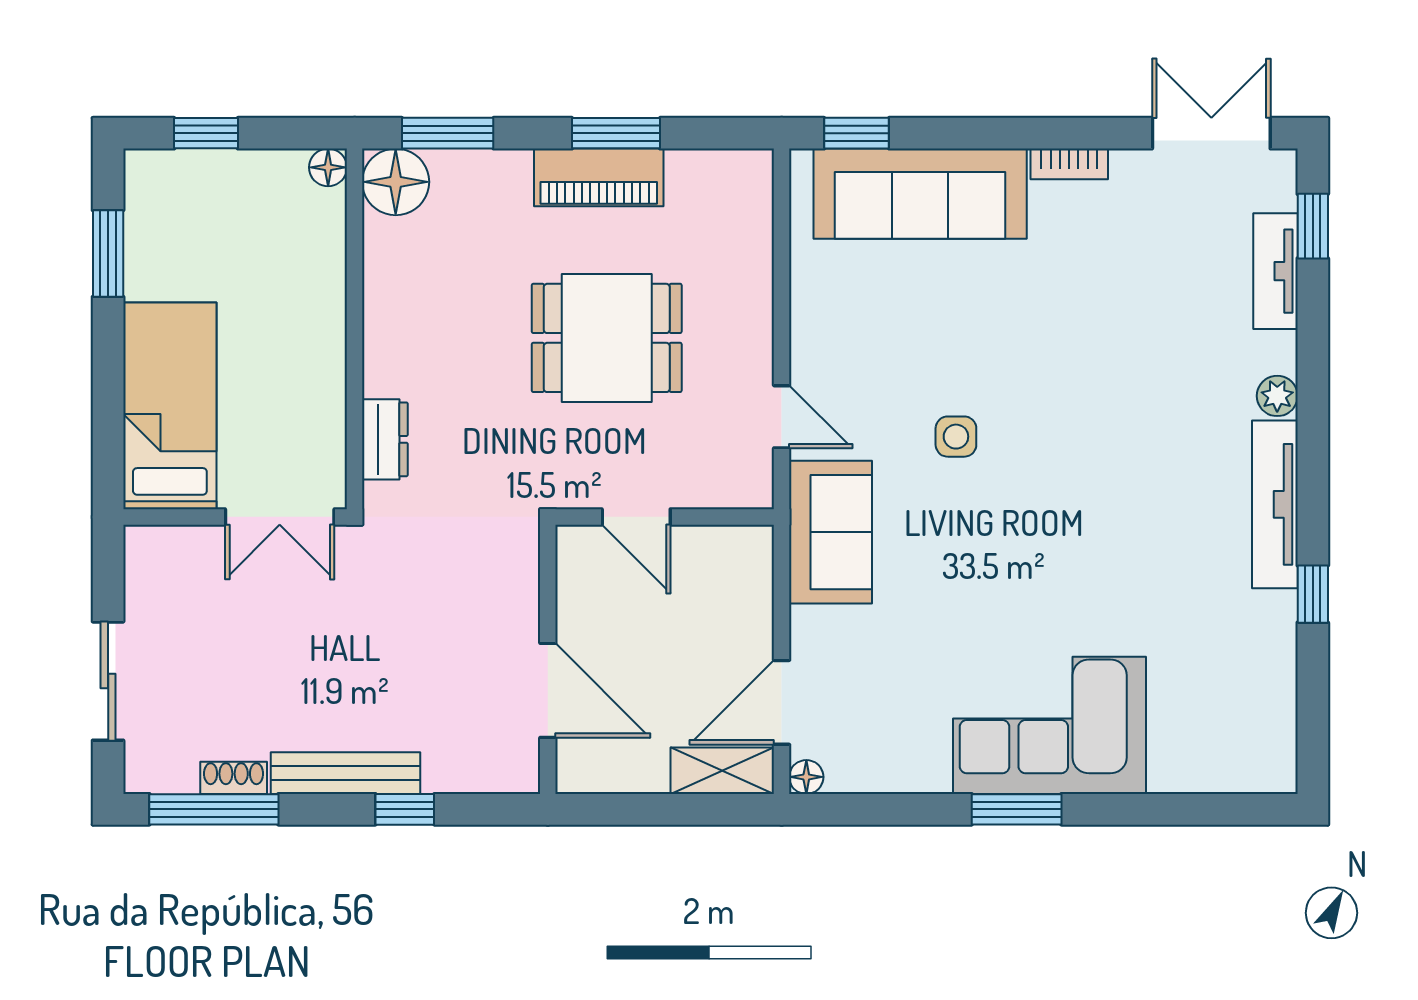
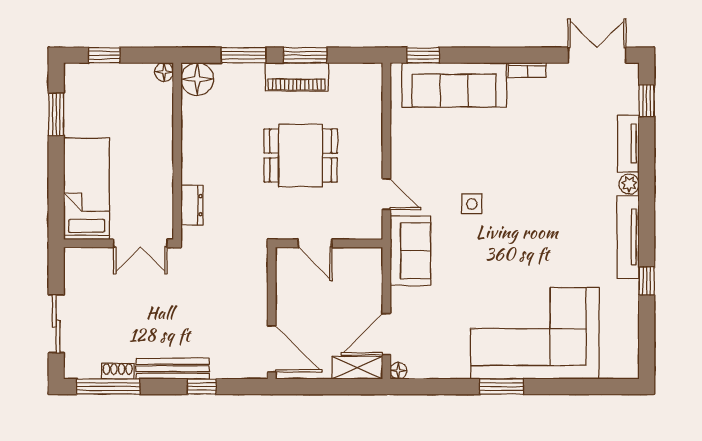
window: (448, 133) -> (244, 55), moved
tv unit: (1275, 271) -> (628, 144), moved
door: (548, 690) -> (272, 349), moved
corner sofa: (1050, 725) -> (535, 333), width x1.36, depth x1.36

